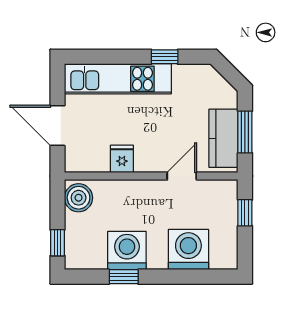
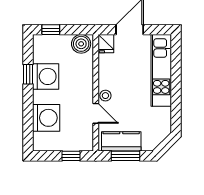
window: (165, 57) -> (176, 102), removed
fridge: (122, 159) -> (106, 44), moved, turned 90
stool: (155, 162) -> (105, 96), added

